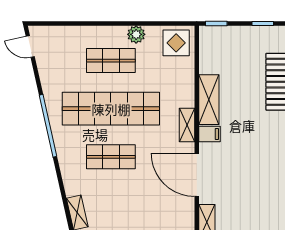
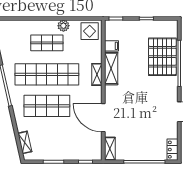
shelving: (187, 125) -> (97, 74), moved
filing cabinet: (209, 134) -> (111, 46), moved
shop shelf: (111, 157) -> (47, 106), width x1.43, depth x1.36

